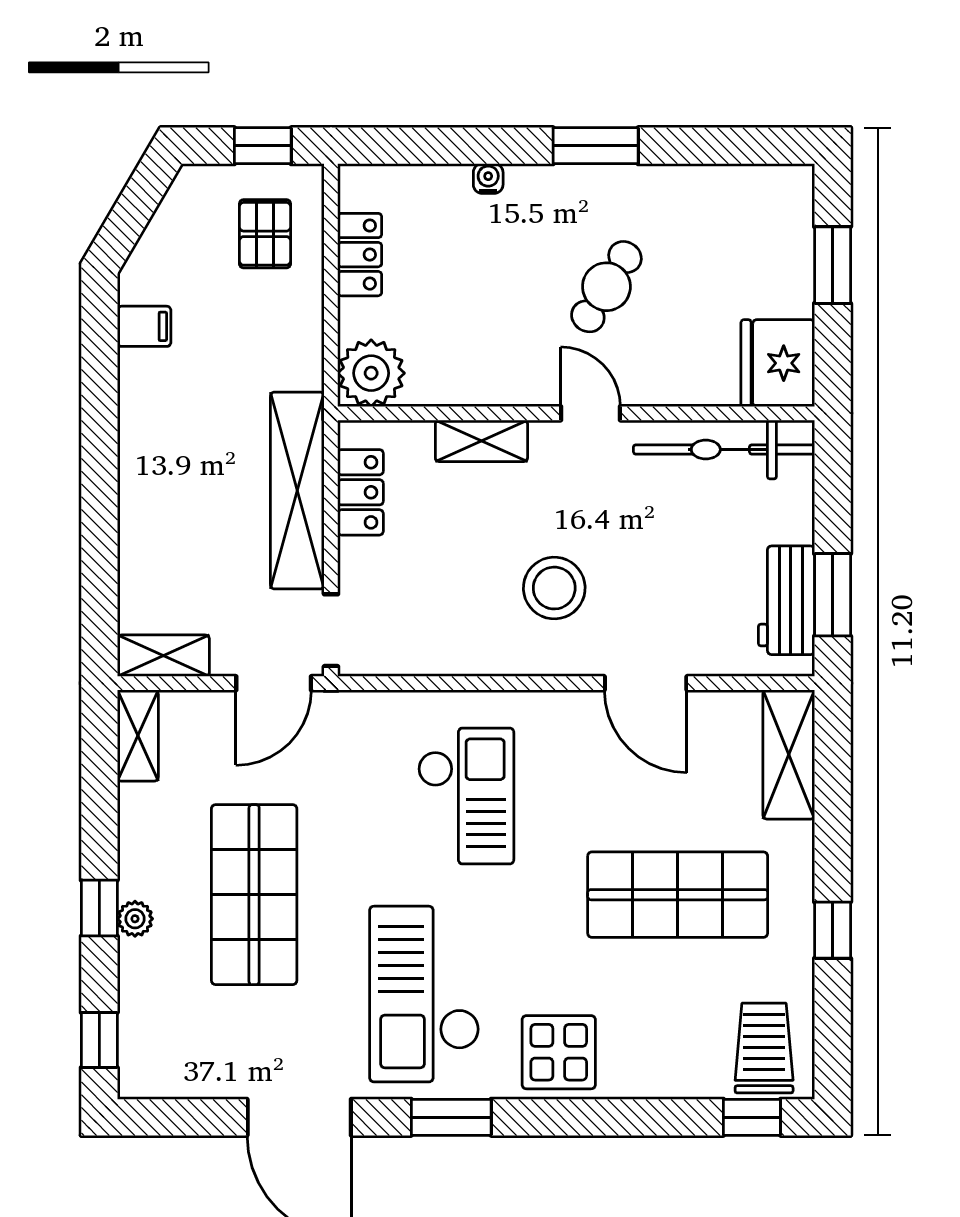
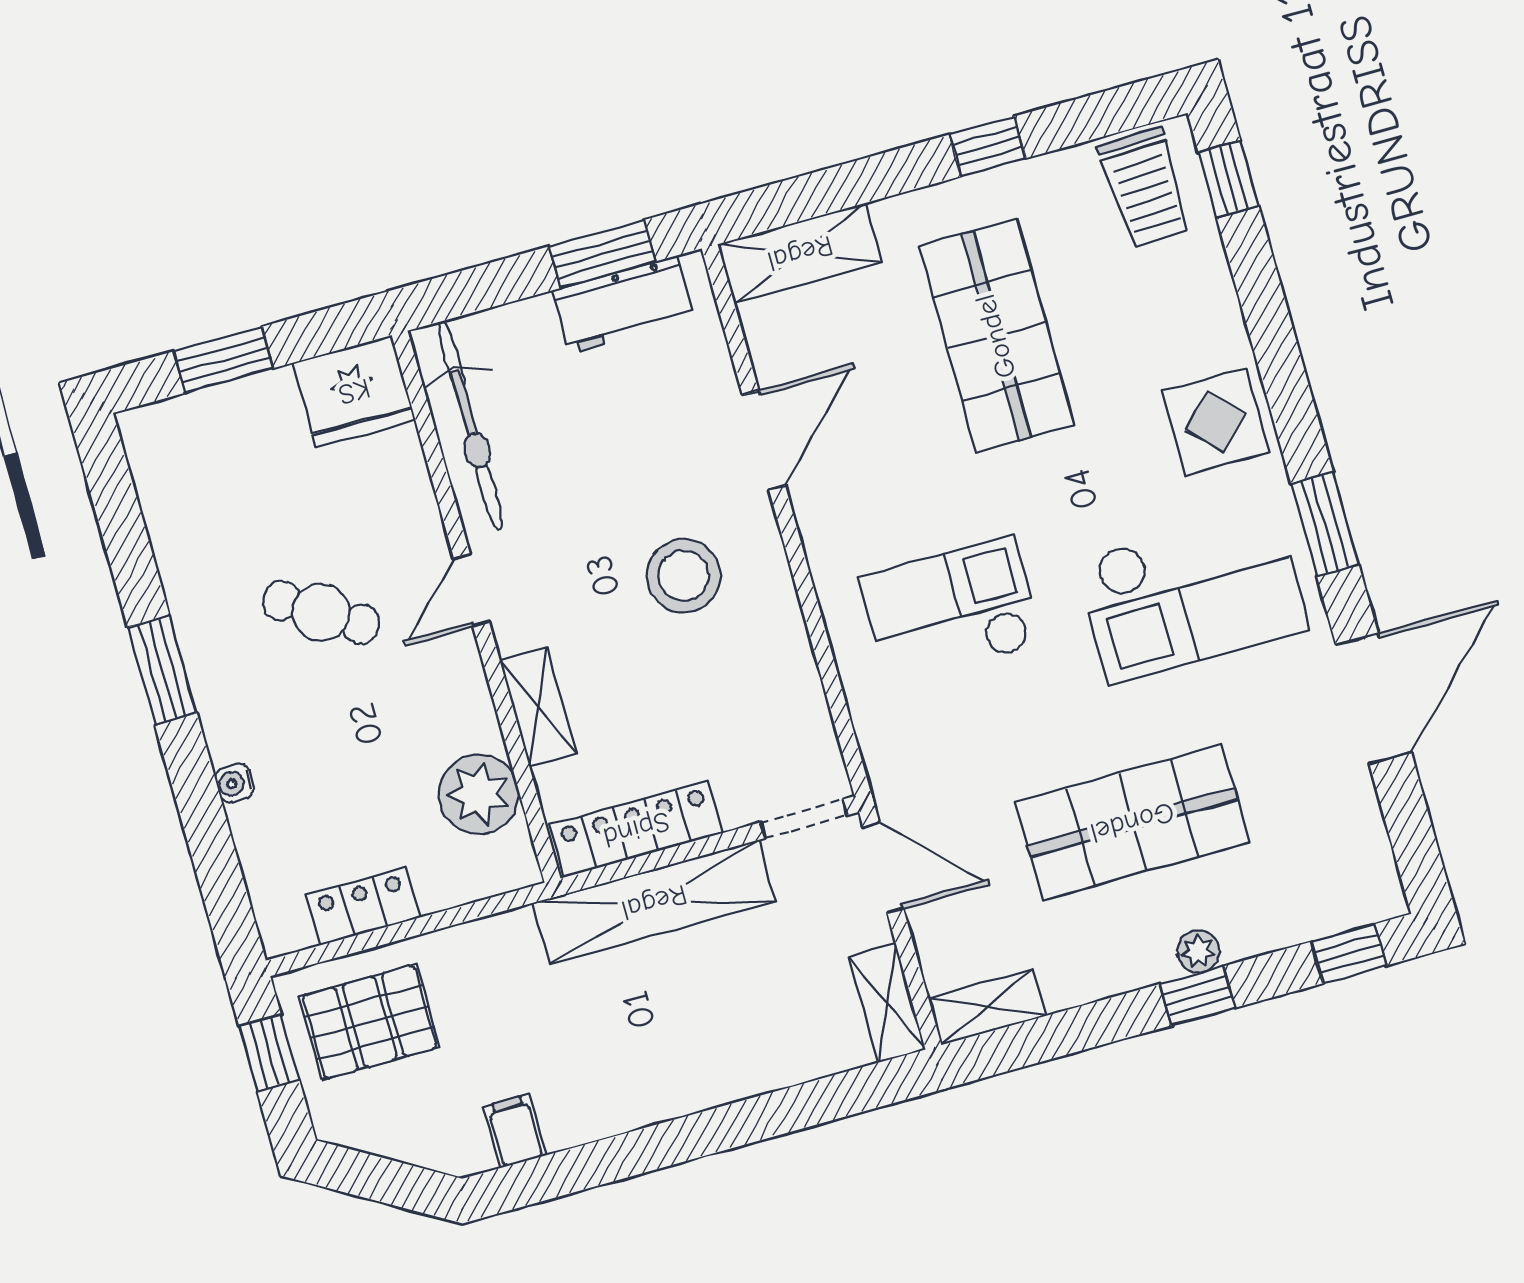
pallet: (265, 234) -> (370, 1022), width x1.50, depth x1.42
plant: (371, 373) -> (479, 794), moved
locker: (360, 492) -> (636, 829), width x1.53
trolley: (764, 1048) -> (1145, 187), turned -92

